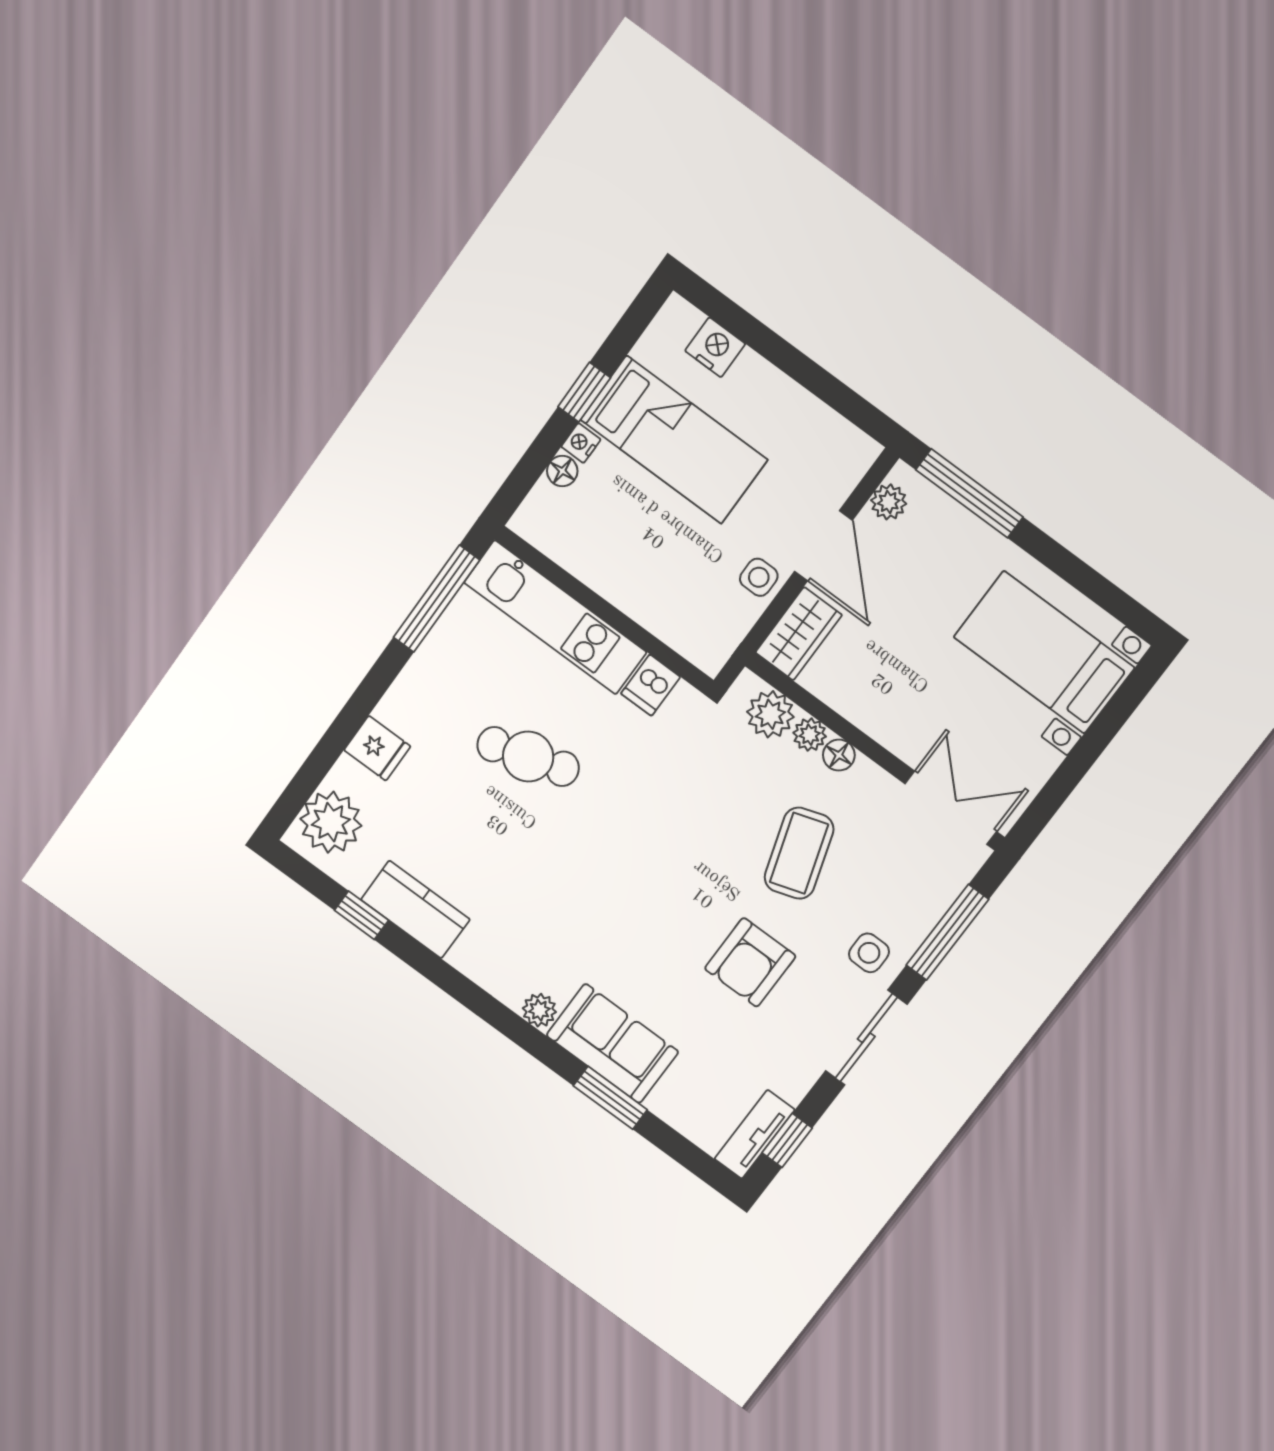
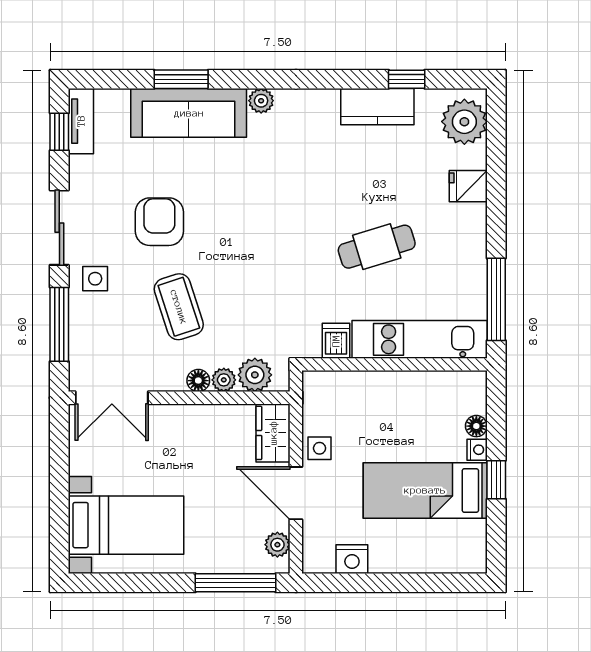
nightstand: (715, 347) -> (352, 559), moved
sofa: (612, 1044) -> (189, 113), width x1.36

